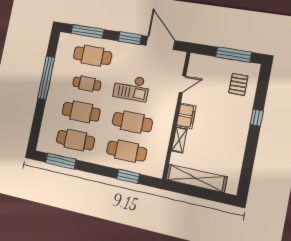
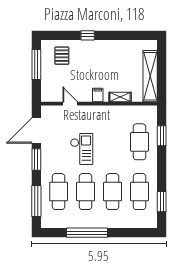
cafe table: (87, 84) -> (86, 192), width x1.37, depth x1.35
pallet: (238, 84) -> (62, 56), turned 90
filing cabinet: (186, 116) -> (98, 95), width x0.50
cafe table: (132, 122) -> (113, 142), removed
window: (61, 161) -> (162, 202), width x0.69

